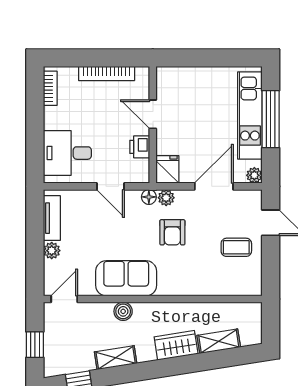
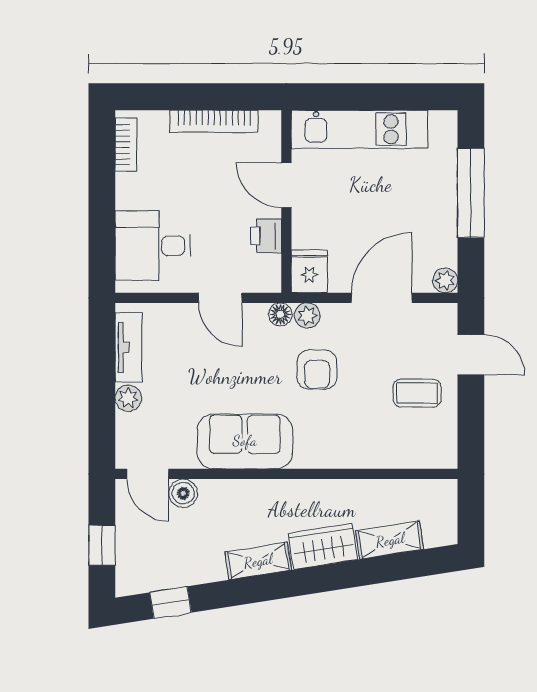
kitchen unit: (250, 116) -> (360, 129), moved, turned -90
door: (64, 299) -> (148, 474), swing flipped
boiler: (123, 311) -> (183, 493), moved
shelving: (116, 358) -> (258, 561), moved

